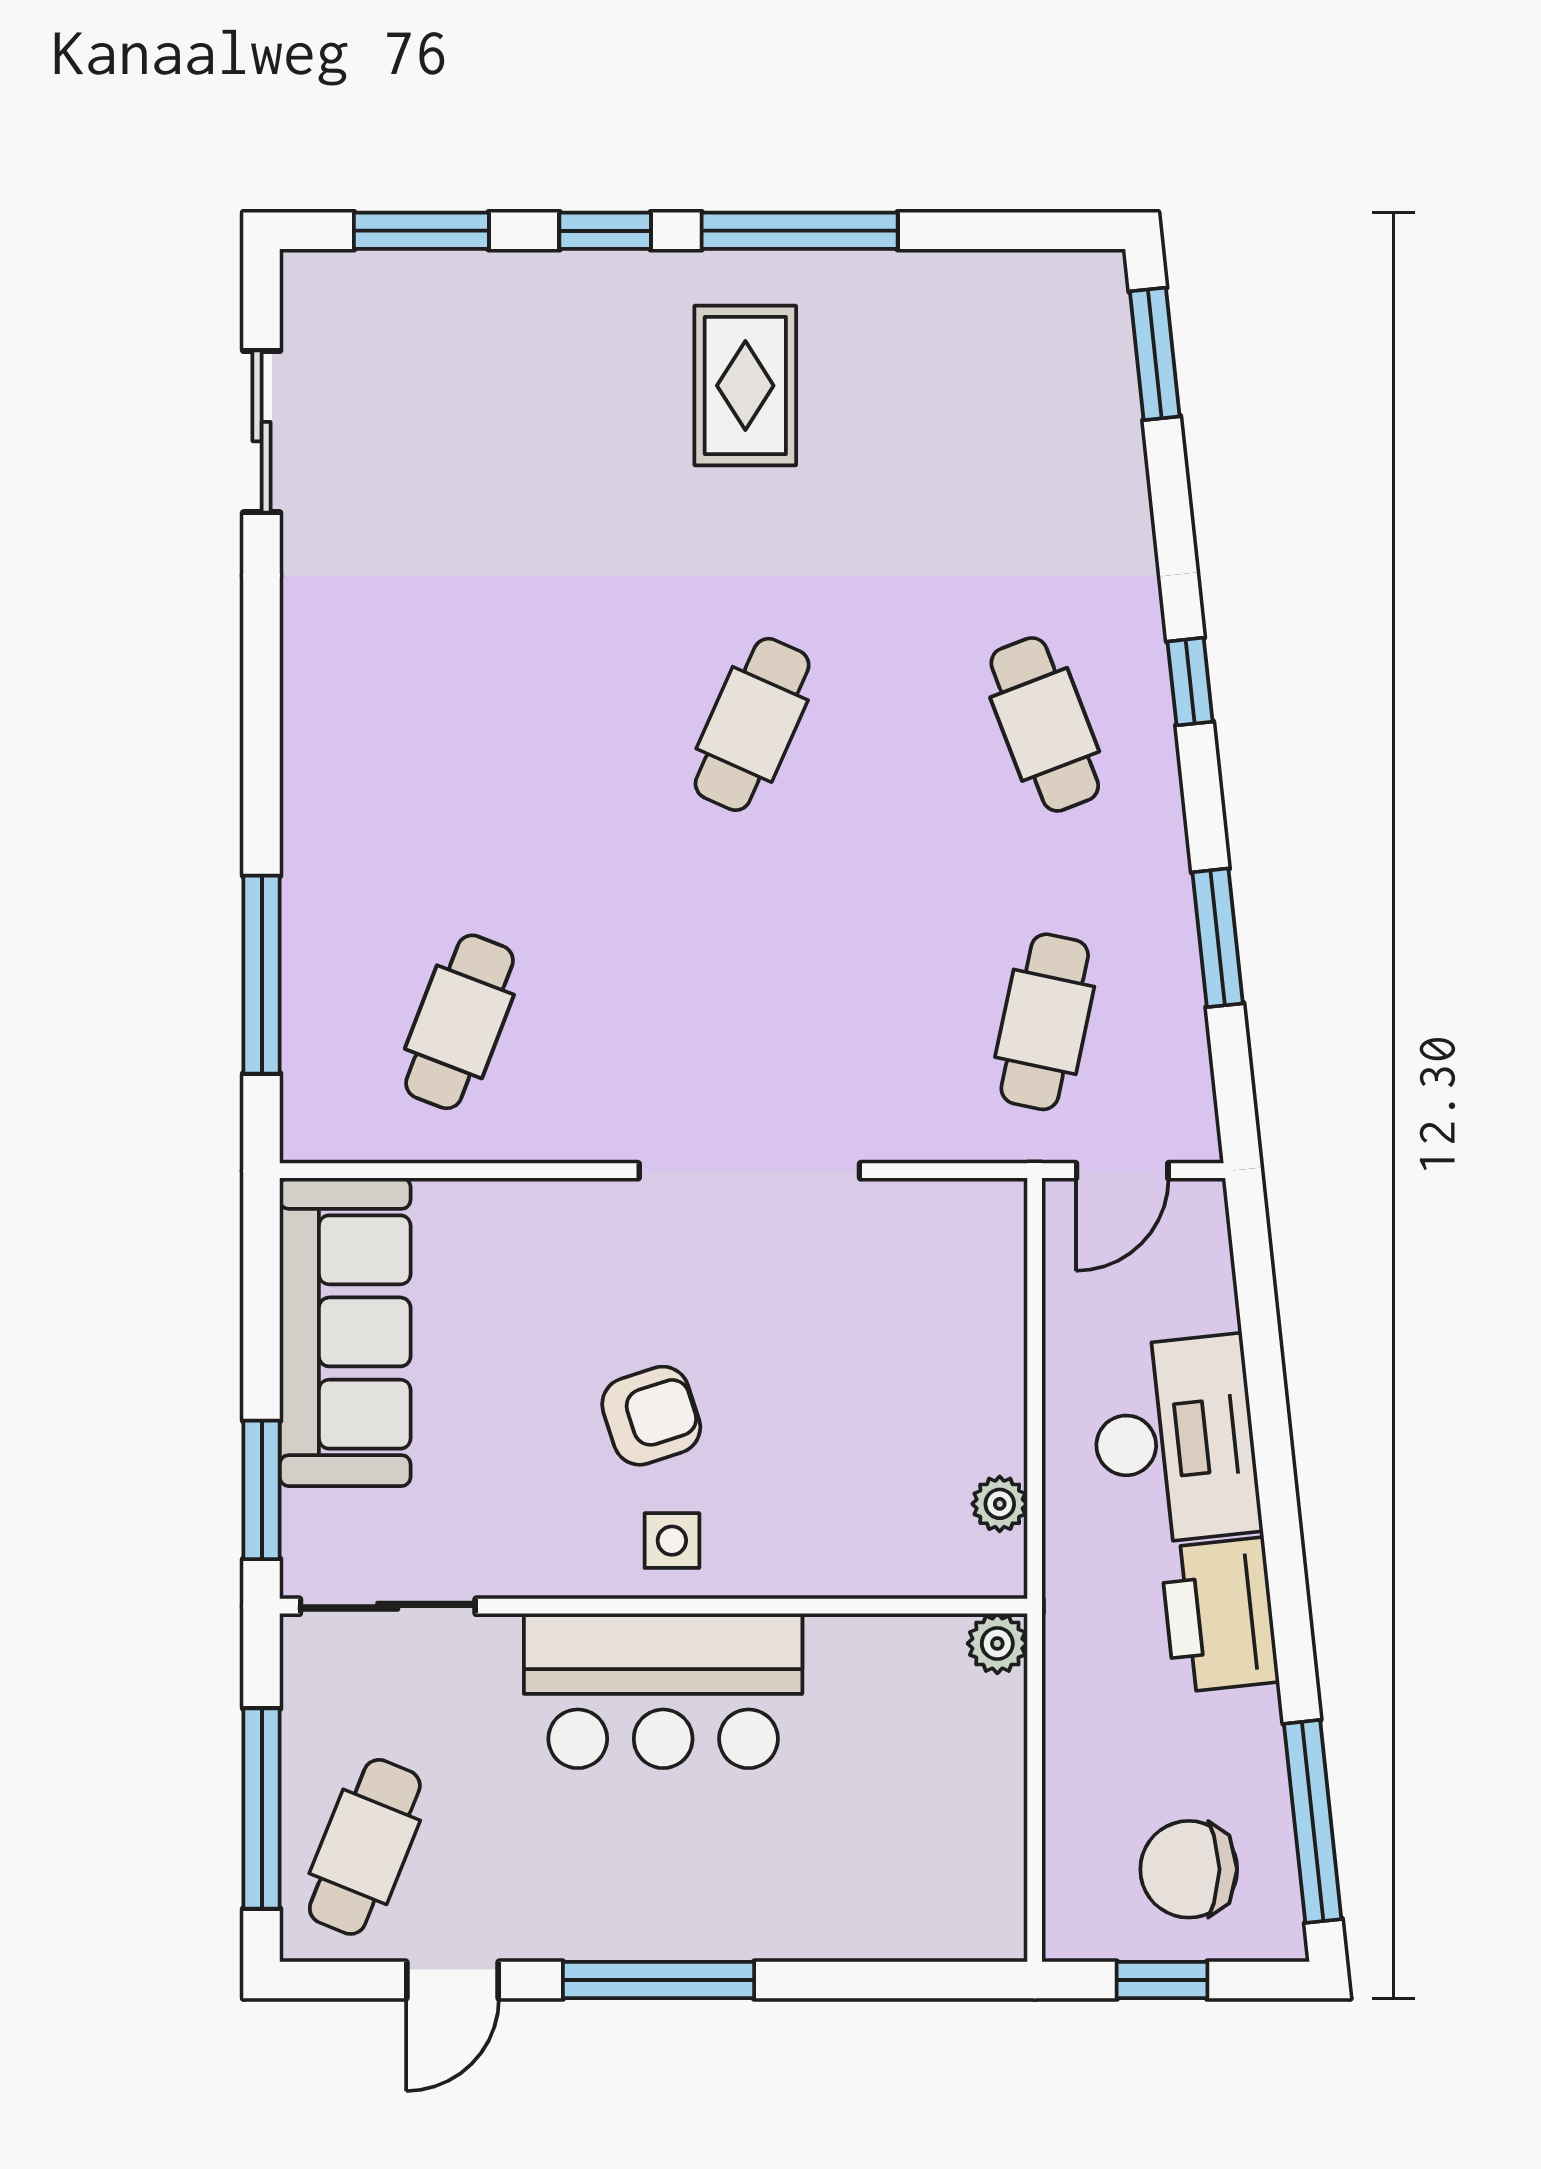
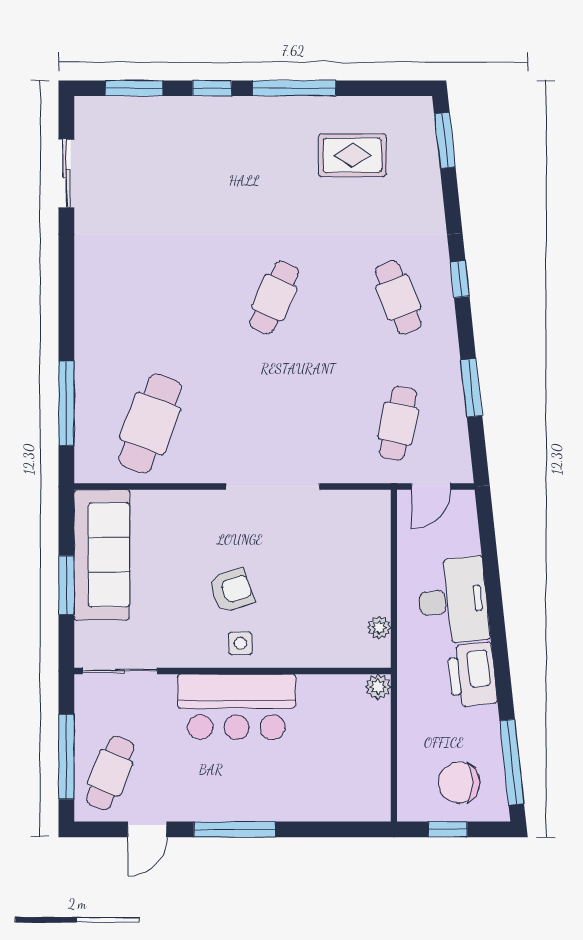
rug: (745, 386) -> (352, 155), moved, turned 90
cafe table: (459, 1022) -> (150, 423), width x1.37, depth x1.35
window: (262, 1490) -> (66, 585), moved

